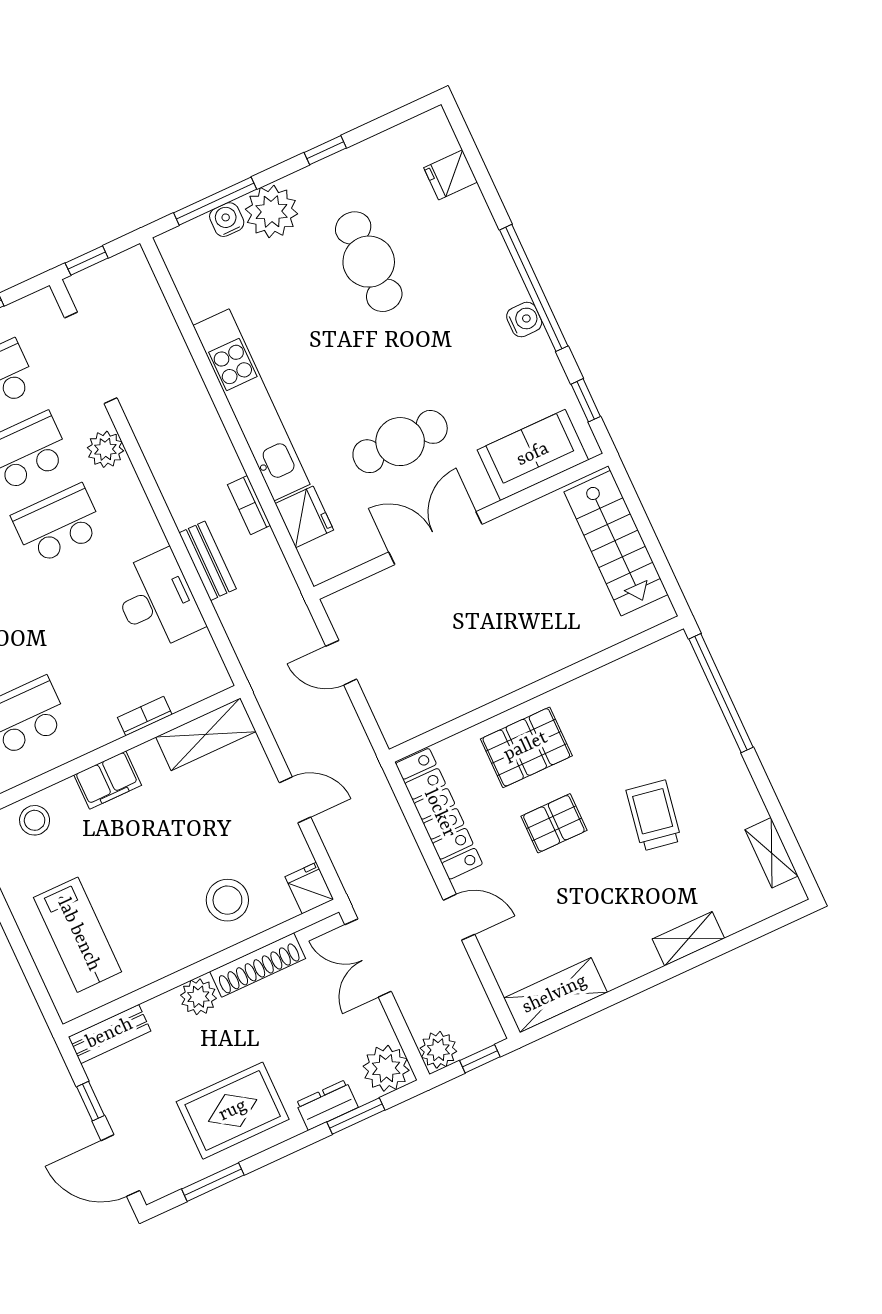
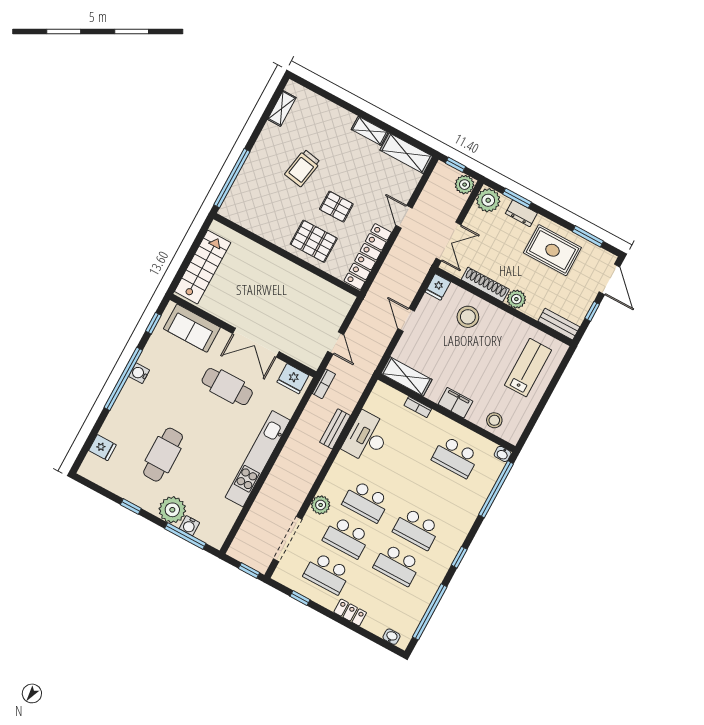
bookcase: (249, 505) -> (324, 384), moved
fridge: (304, 517) -> (293, 379), moved, turned -90
shelving: (688, 939) -> (370, 131), moved

